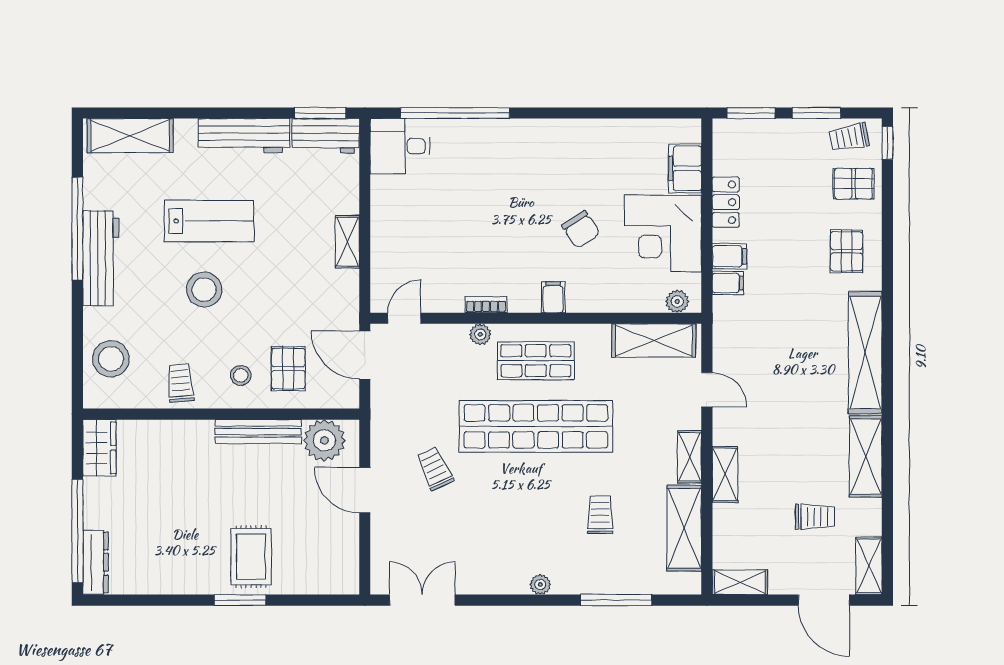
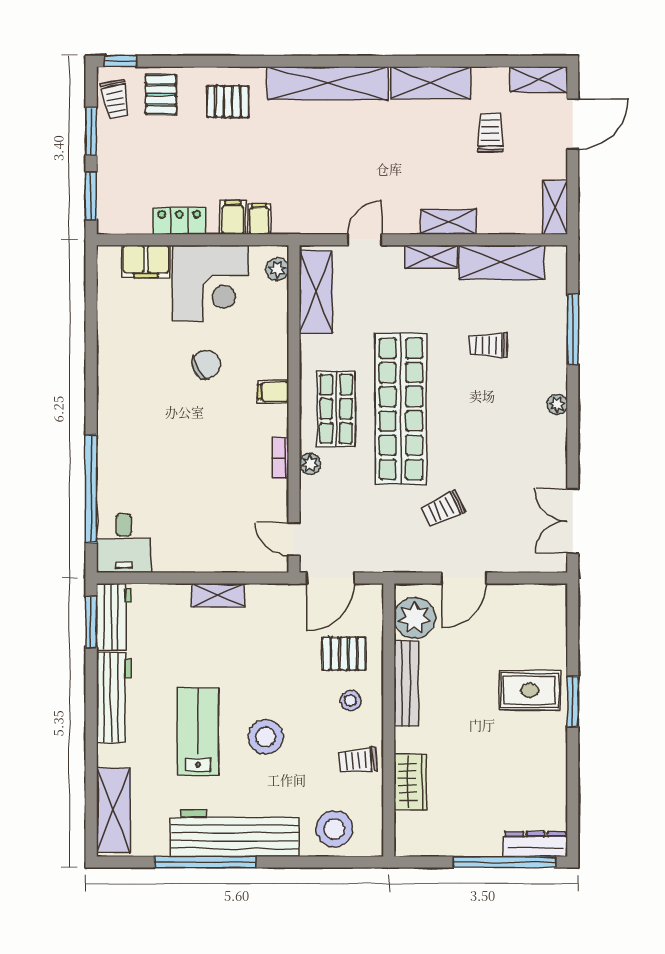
workbench: (101, 258) -> (235, 833), width x1.36, depth x1.32
wardrobe: (99, 448) -> (410, 782), moved, turned 90

